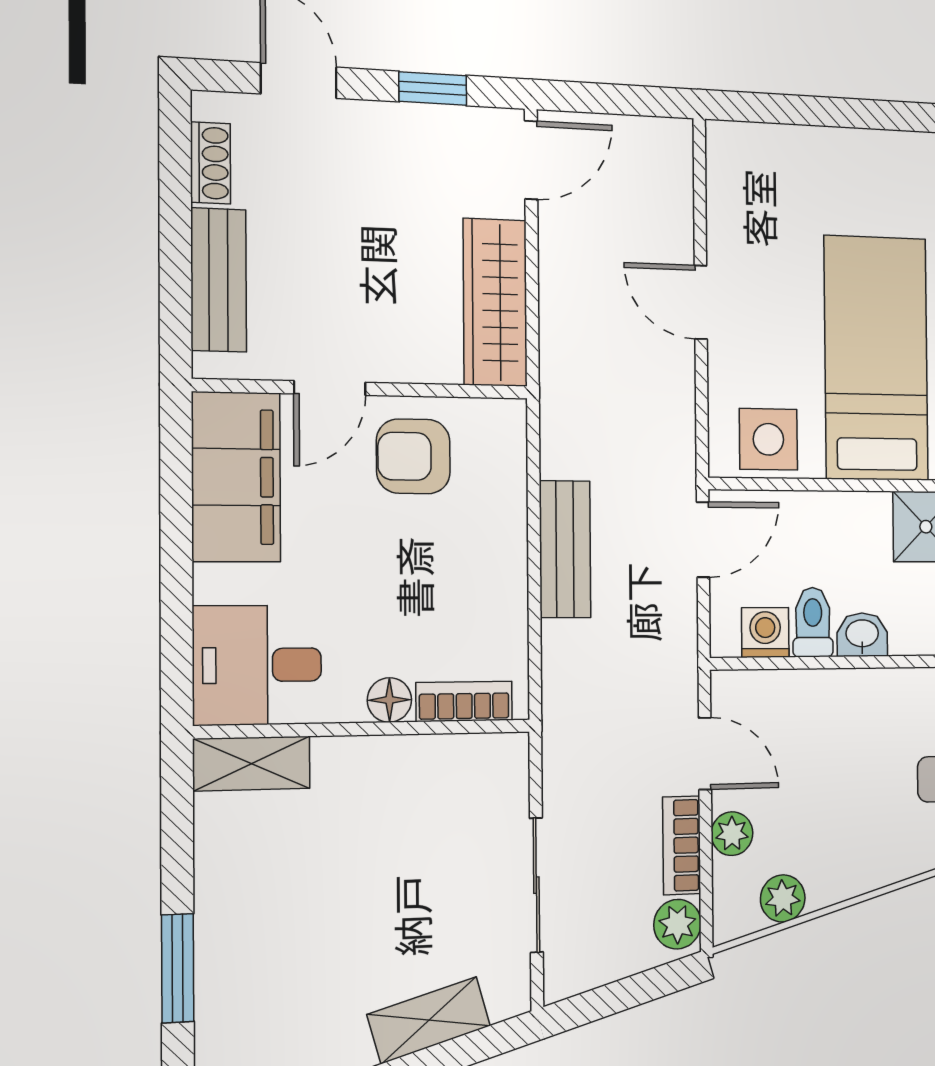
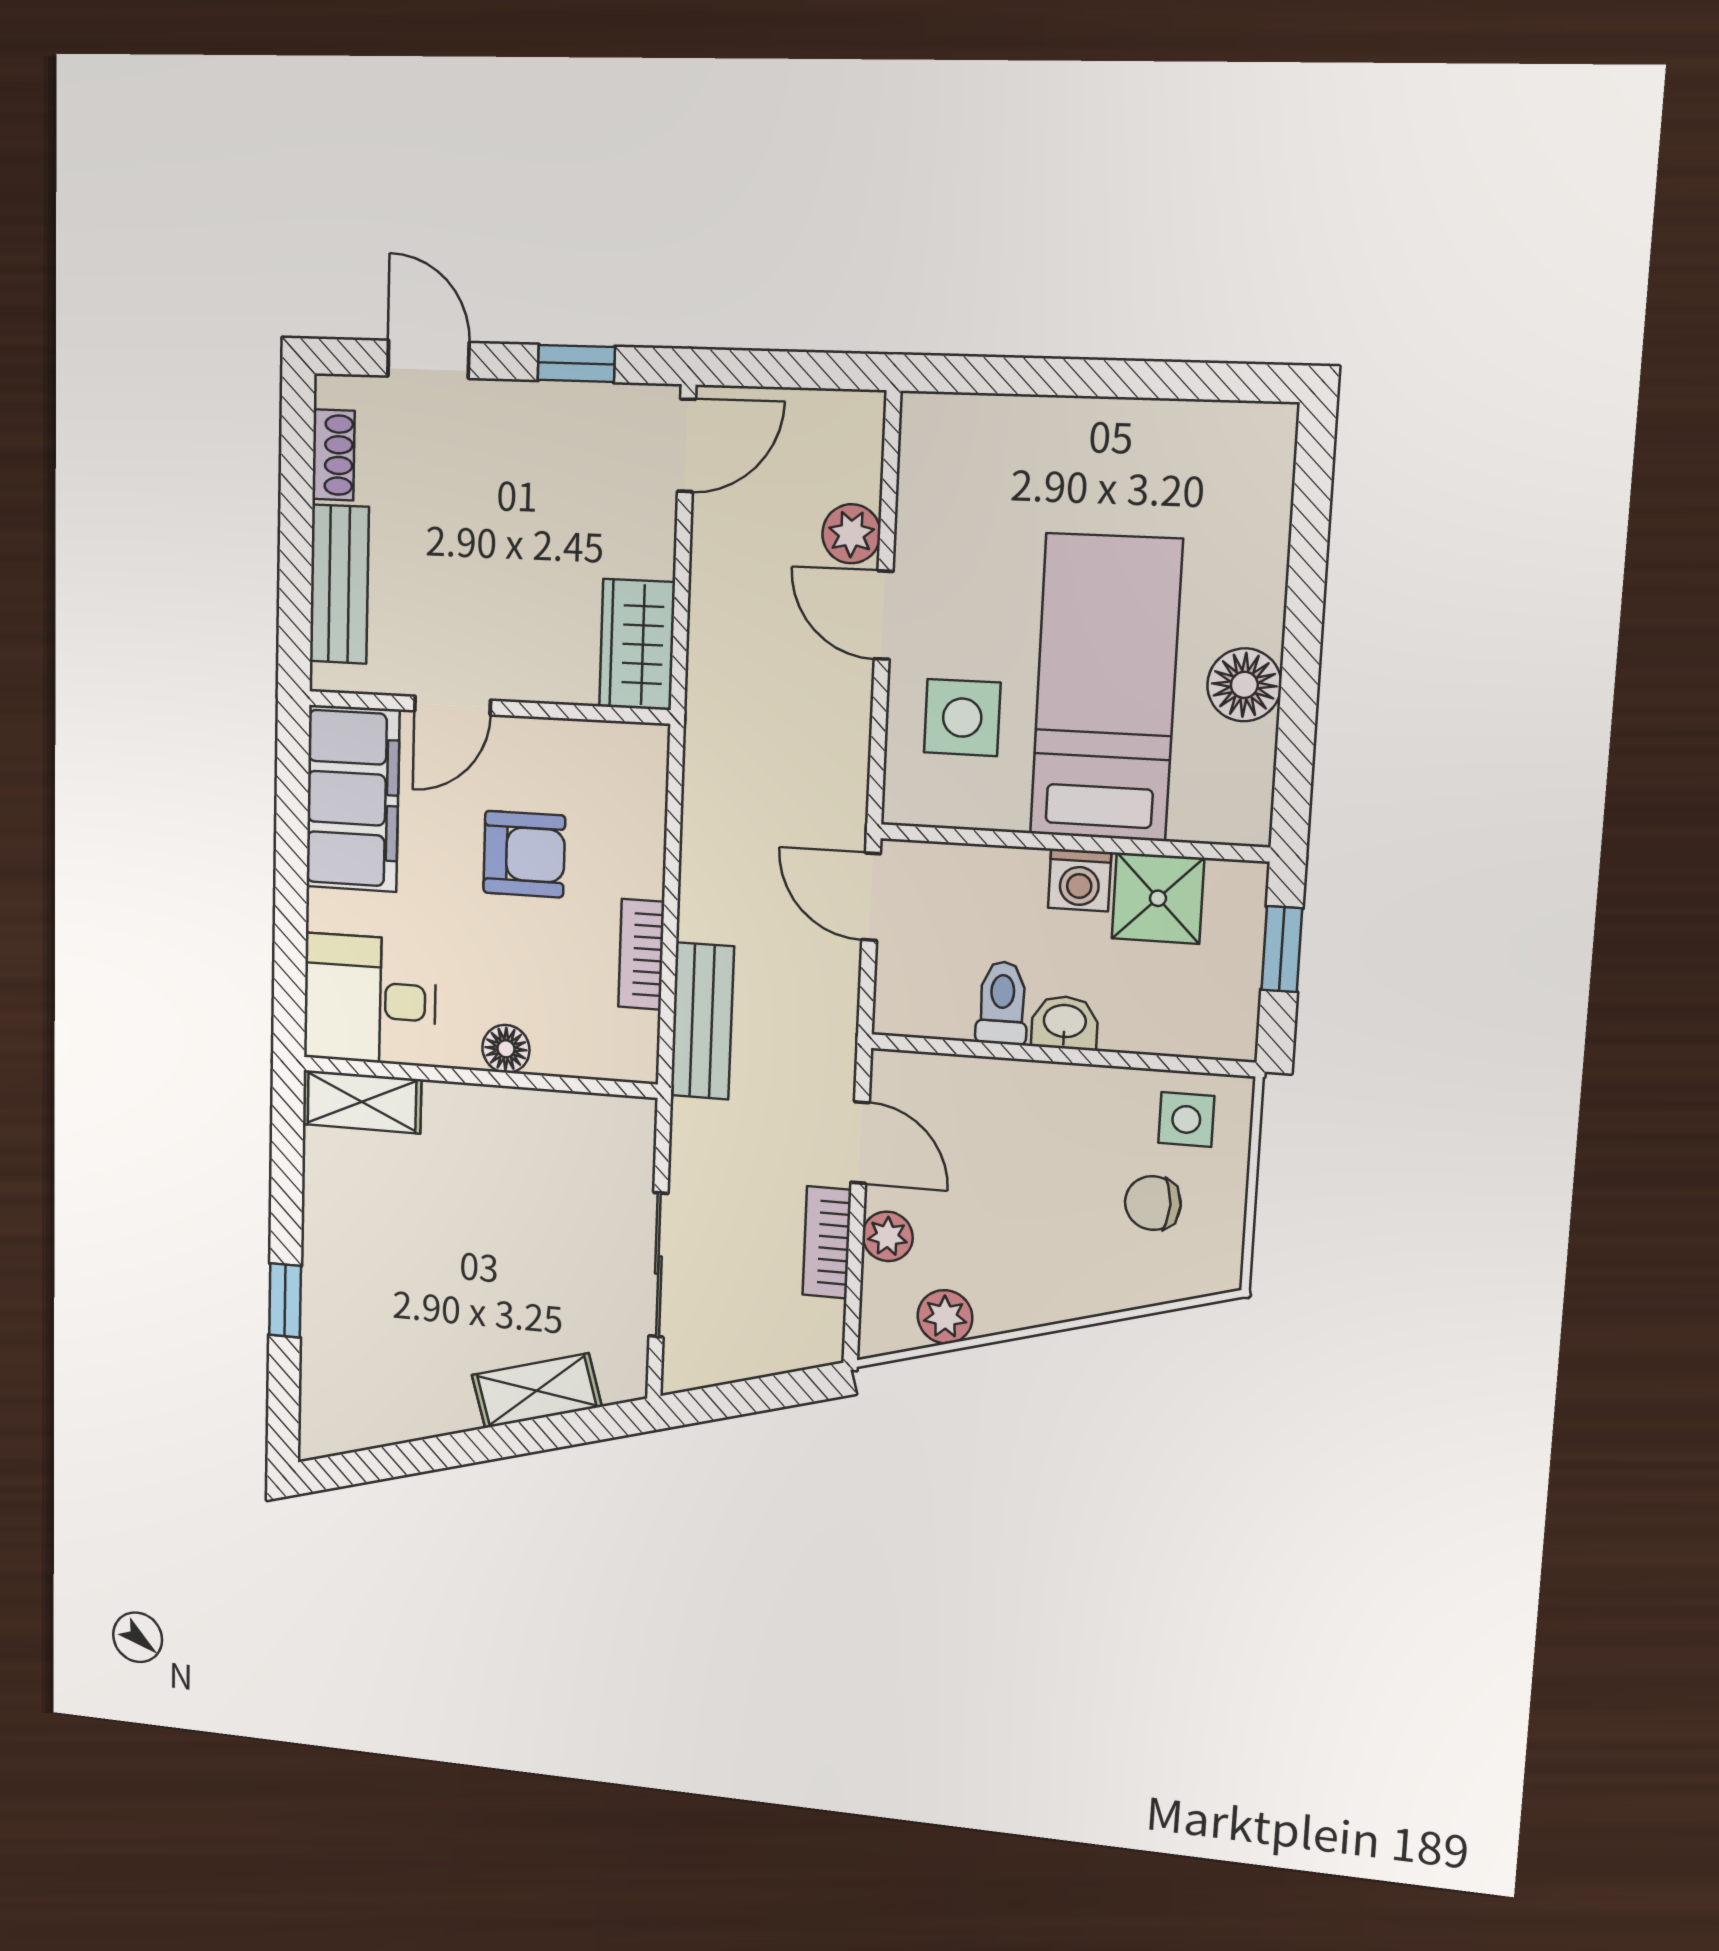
wardrobe: (495, 302) -> (637, 644), width x0.67
side table: (768, 439) -> (962, 718), moved
armchair: (413, 456) -> (524, 854), moved, turned 180
door: (703, 540) -> (871, 897), swing flipped
bench: (565, 549) -> (702, 1021), moved
washing machine: (765, 633) -> (1080, 880), moved, turned 180
bookcase: (464, 701) -> (641, 954), moved, turned -90
plant: (677, 924) -> (851, 534), moved
window: (178, 968) -> (285, 1300), width x0.67

